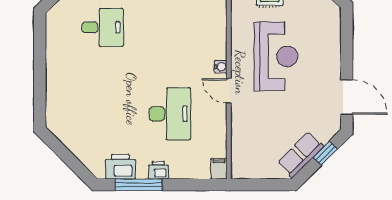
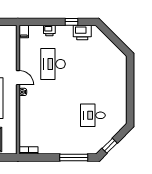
printer: (158, 170) -> (49, 30), moved
window: (139, 185) -> (72, 22), width x0.46

